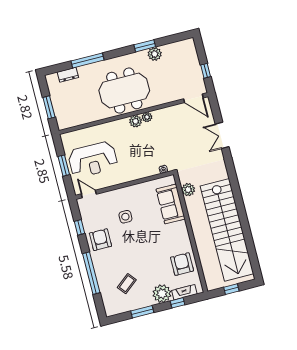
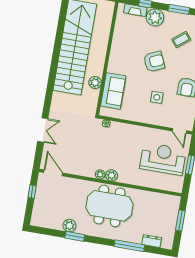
plant: (188, 190) -> (95, 83), moved
armchair: (182, 264) -> (154, 61), moved, turned -114

